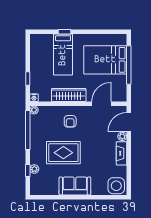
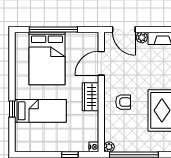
wardrobe: (69, 95) -> (90, 97), width x0.67
door: (101, 104) -> (101, 63), hinge flipped

